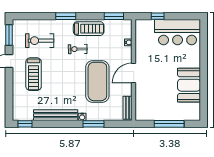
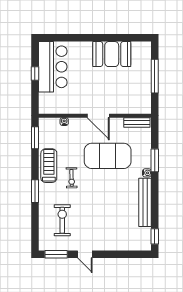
window: (158, 16) -> (35, 73), moved
exercise bike: (40, 41) -> (62, 220), turned 180
treadmill: (34, 74) -> (99, 227), removed

